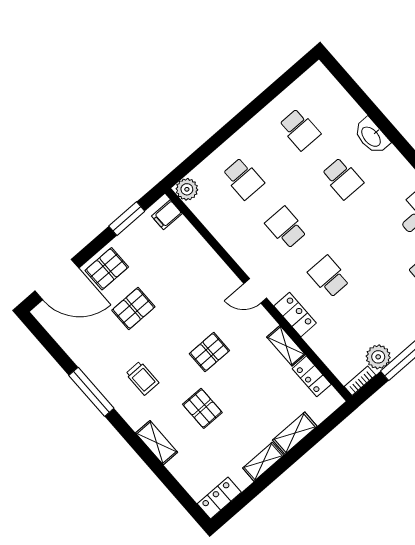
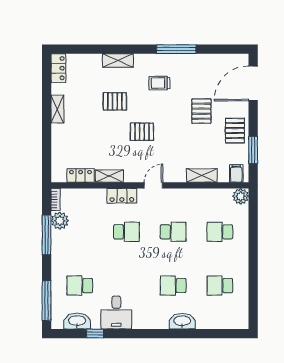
pallet: (107, 269) -> (235, 131), moved
pallet: (209, 352) -> (142, 132), turned 90
shelving: (295, 433) -> (202, 175), moved, turned 90

